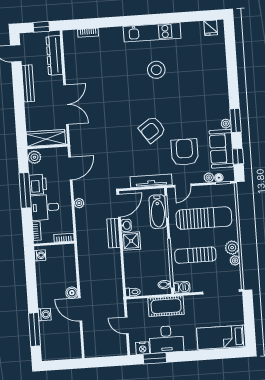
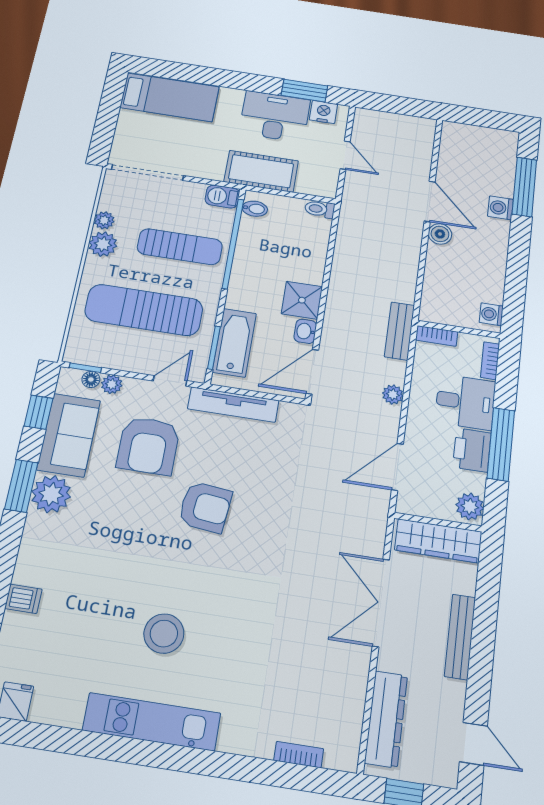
dishwasher: (220, 71) -> (23, 599), added
bench: (28, 83) -> (460, 637), moved
plant: (226, 124) -> (51, 494), width x1.88, depth x1.88
armchair: (152, 130) -> (205, 507), turned 41
bench: (113, 233) -> (400, 331), moved

